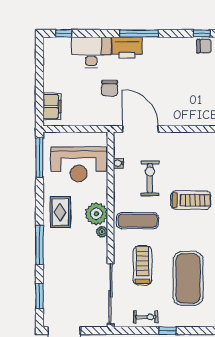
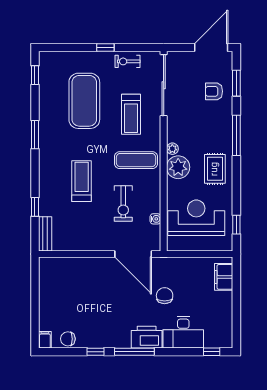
window: (202, 33) -> (95, 352), moved
window: (39, 158) -> (236, 225), width x0.46
treadmill: (191, 200) -> (82, 181), turned 90
armchair: (61, 288) -> (214, 91), added

